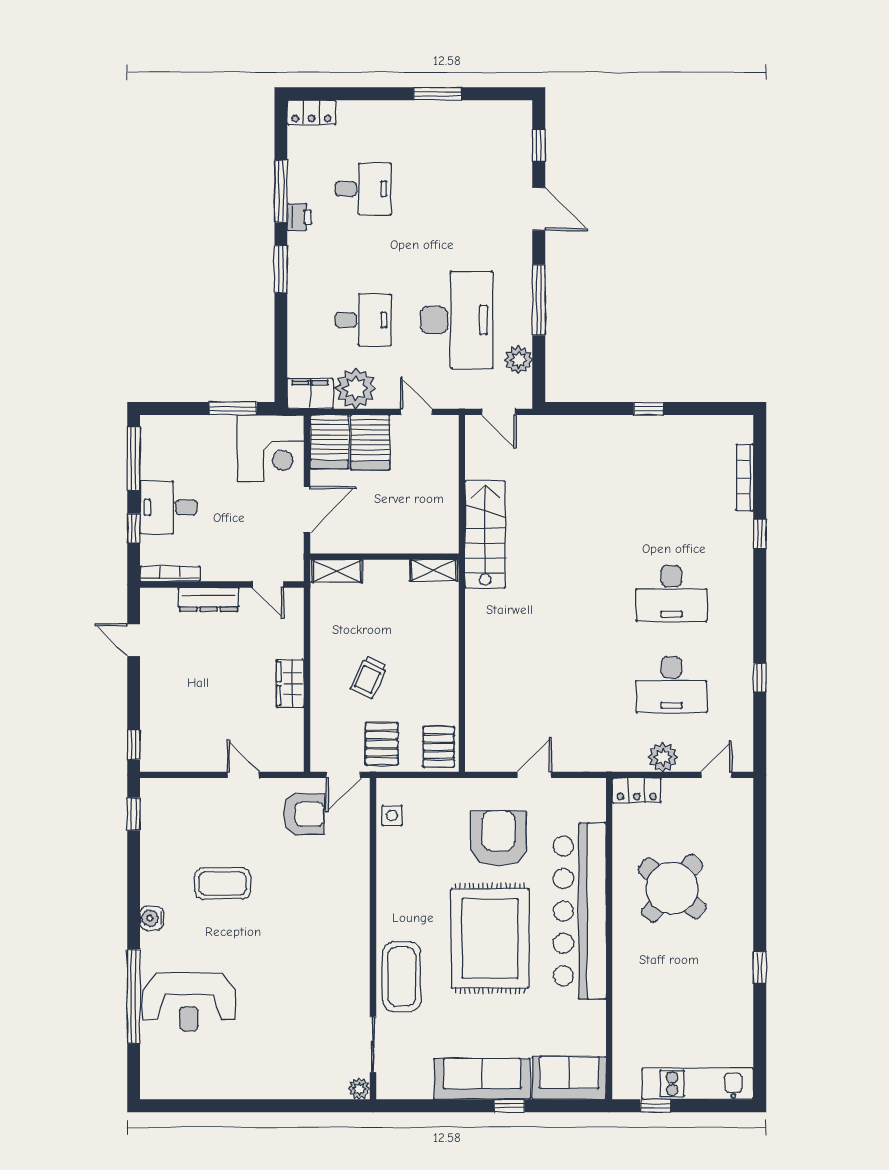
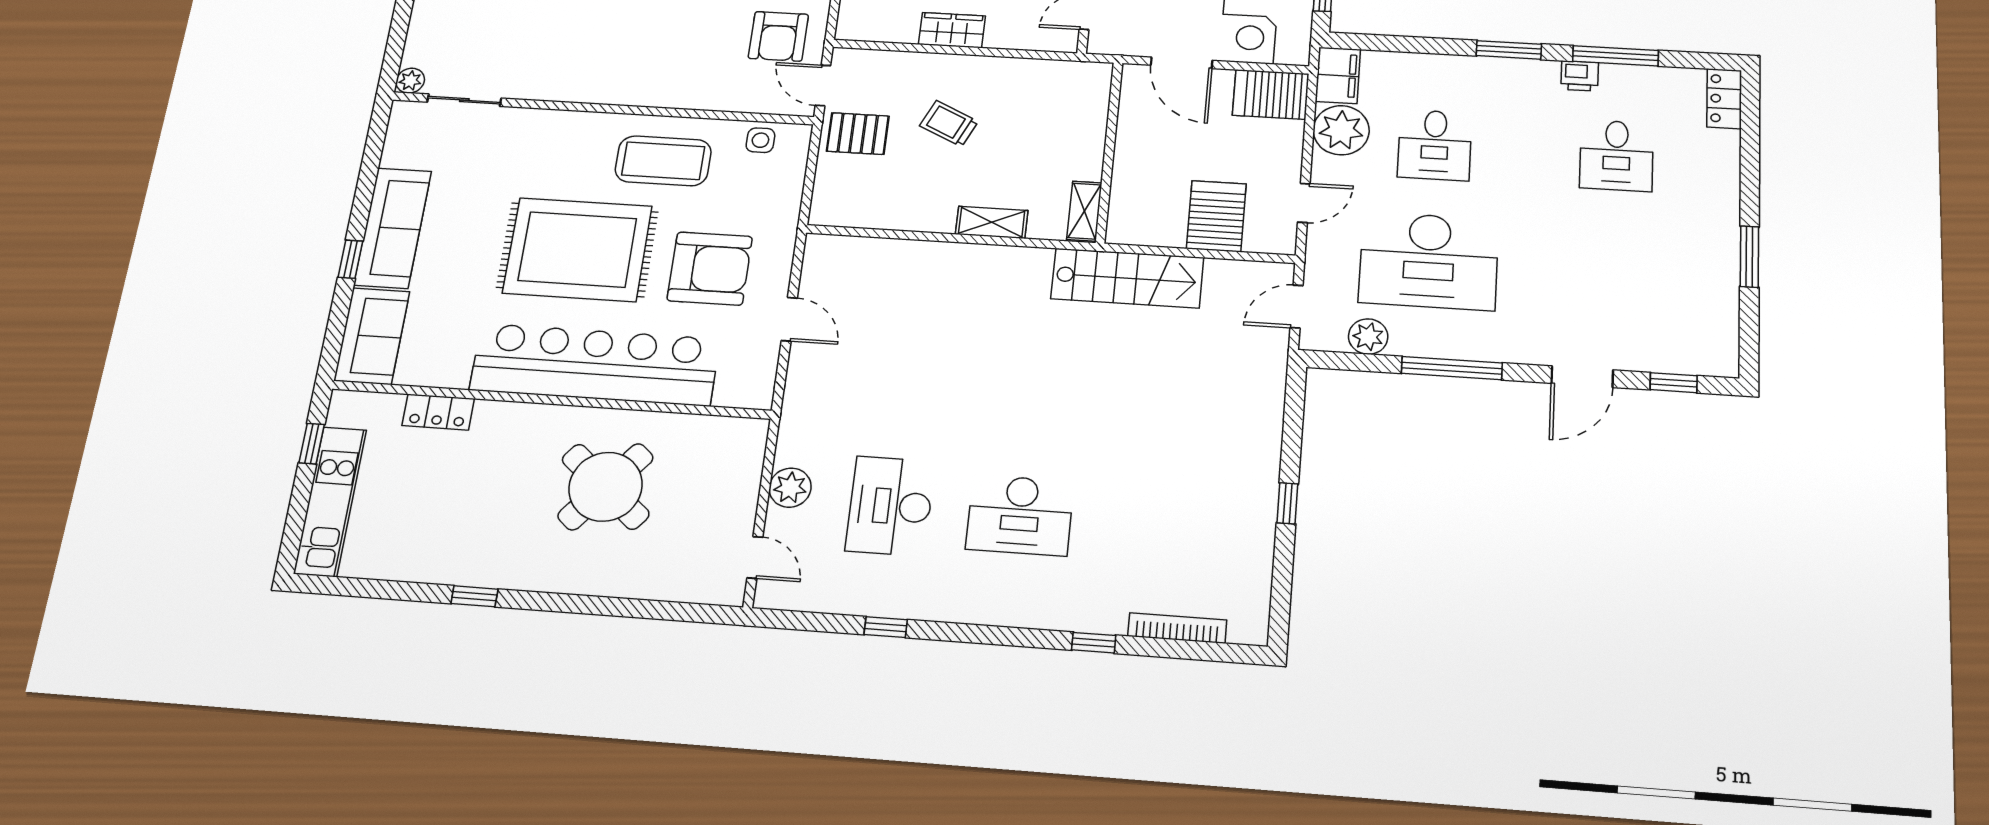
server rack: (370, 442) -> (1216, 216), moved, turned 90
shelving: (337, 571) -> (992, 222), moved, turned 90
desk: (671, 593) -> (1020, 515), turned -90
pallet: (439, 747) -> (844, 202), removed
locker: (637, 790) -> (438, 412), moved, turned -90
coffee table: (402, 977) -> (663, 161), moved

